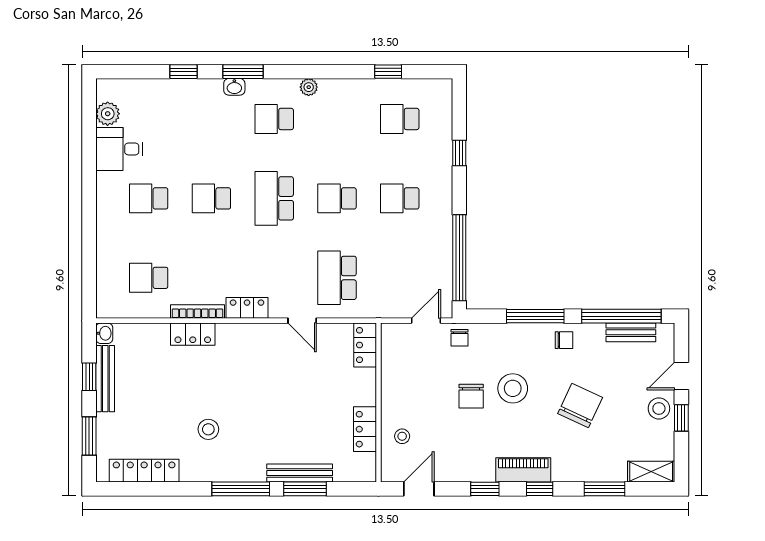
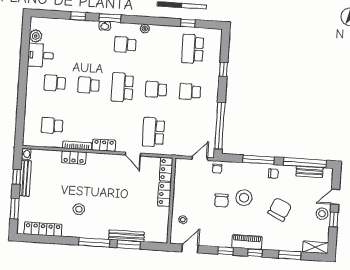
school desk: (400, 119) -> (193, 49), width x1.85
locker: (365, 429) -> (164, 194), moved

